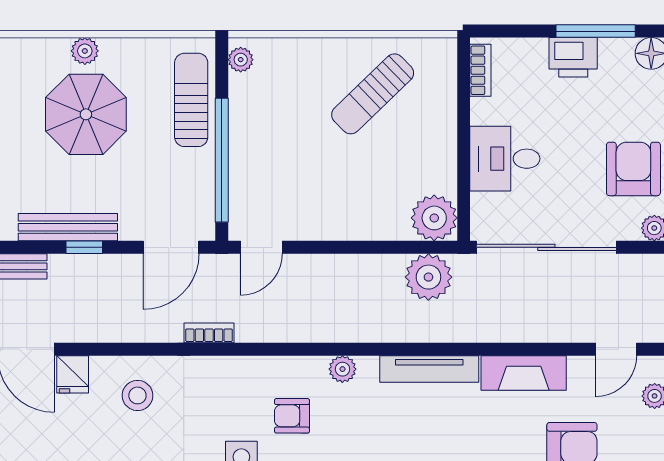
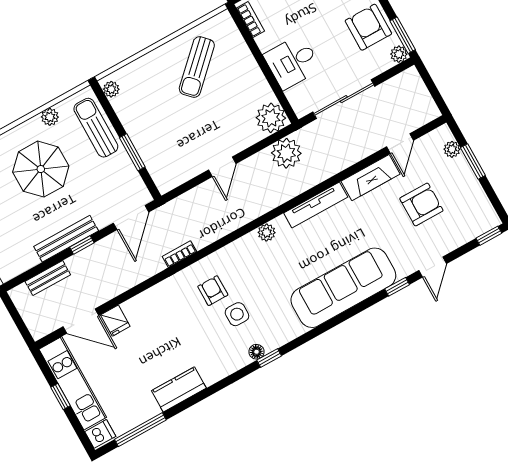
plant: (85, 51) -> (50, 117), moved
window: (222, 160) -> (132, 152), width x0.47
door: (261, 247) -> (222, 167), moved
sliding door: (546, 247) -> (344, 99), width x0.73
door: (616, 349) -> (400, 143), moved
stool: (137, 395) -> (159, 312), removed
armchair: (292, 416) -> (213, 291), moved, turned 90

